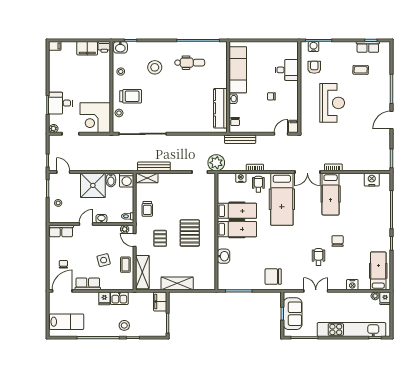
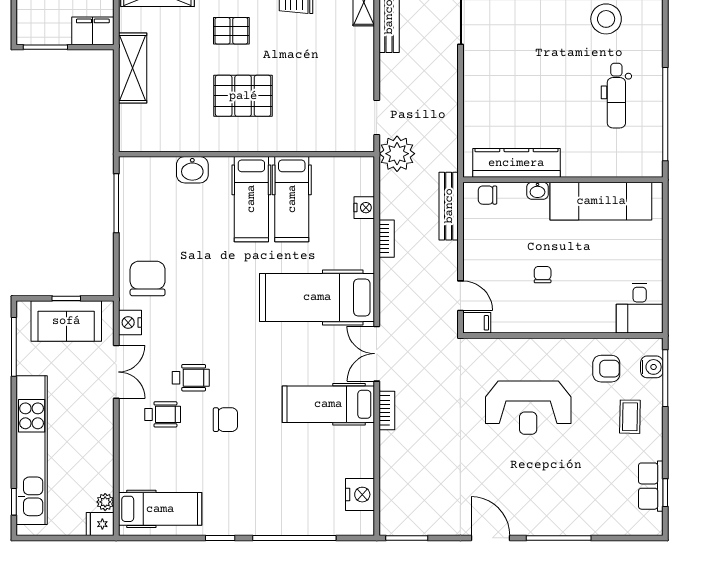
desk: (287, 70) -> (640, 308), moved
coffee table: (361, 70) -> (630, 417), moved
wheelchair: (258, 184) -> (163, 414), moved
nightstand: (352, 285) -> (130, 323), moved

